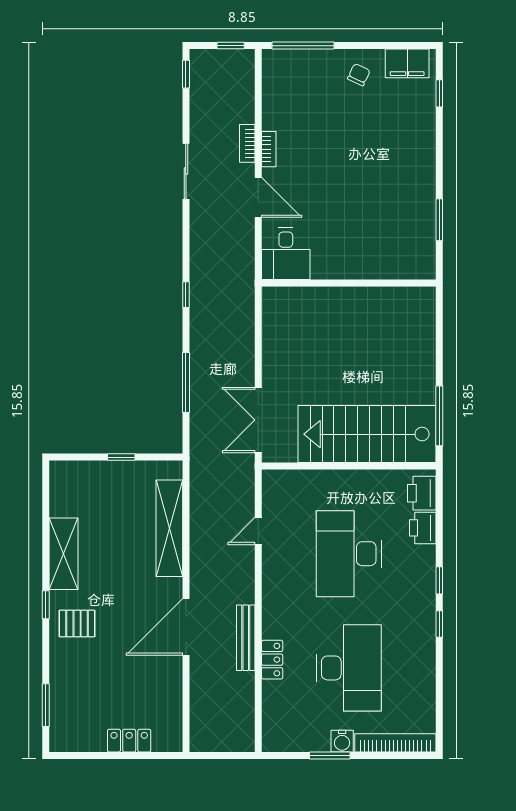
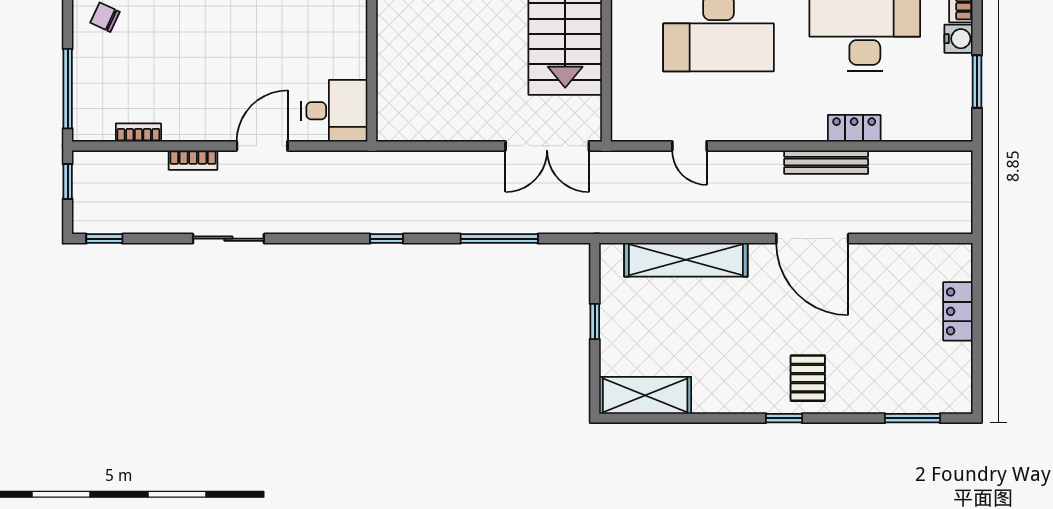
bookcase: (269, 149) -> (138, 133), moved
shelving: (64, 554) -> (645, 395), moved
window: (330, 756) -> (977, 82), moved

